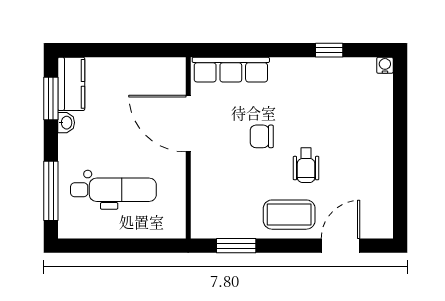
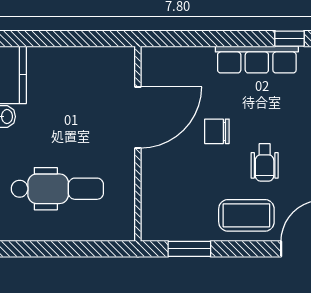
row of seats: (231, 70) -> (257, 59), moved
door: (188, 124) -> (138, 117), swing flipped

